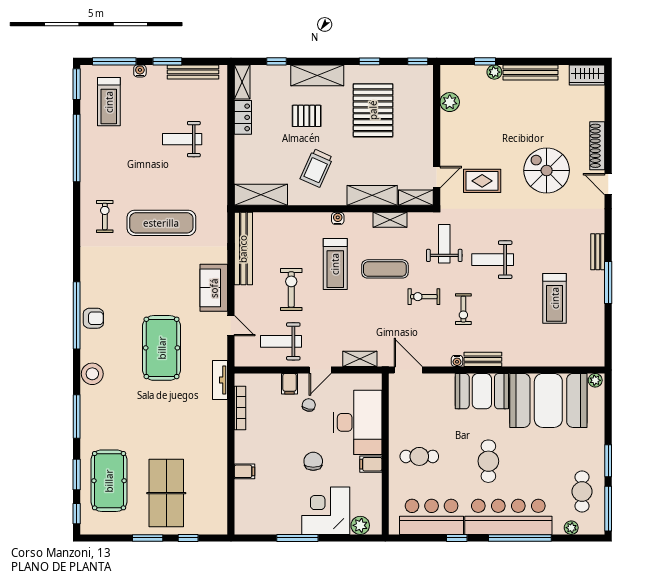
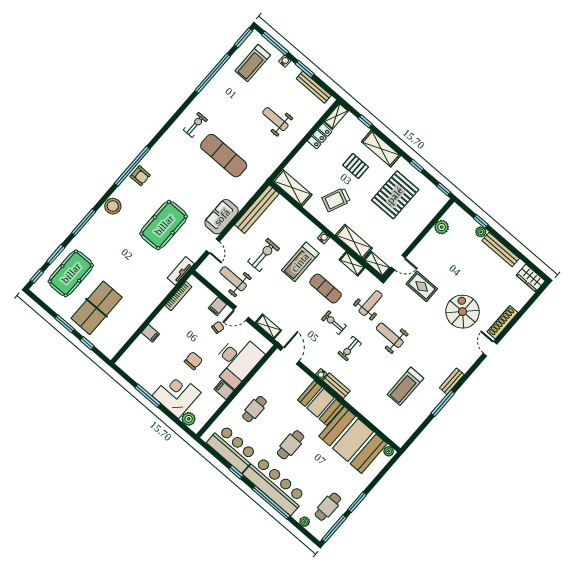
cafe table: (419, 456) -> (254, 409), turned 90

